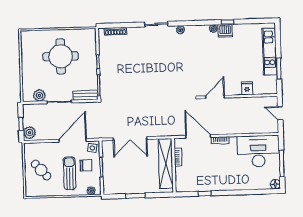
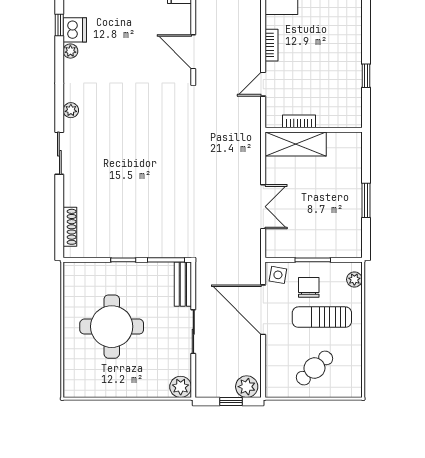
plant: (39, 95) -> (181, 387), moved
door: (198, 136) -> (263, 84), width x0.53
double door: (130, 139) -> (263, 207), width x0.73
shelving: (166, 163) -> (296, 144), width x0.68

